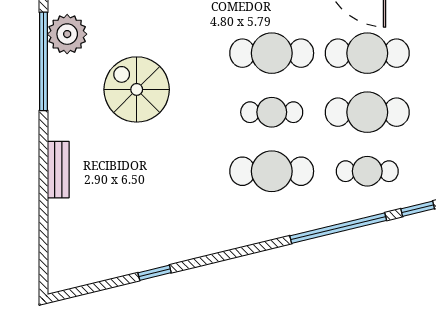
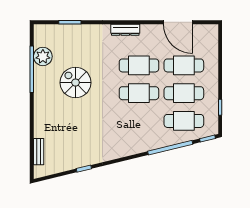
cafe table: (272, 112) -> (139, 93), width x1.37, depth x1.35
bench: (58, 170) -> (39, 152), moved
cafe table: (272, 171) -> (139, 121), removed
cafe table: (367, 171) -> (184, 121), width x1.37, depth x1.35

